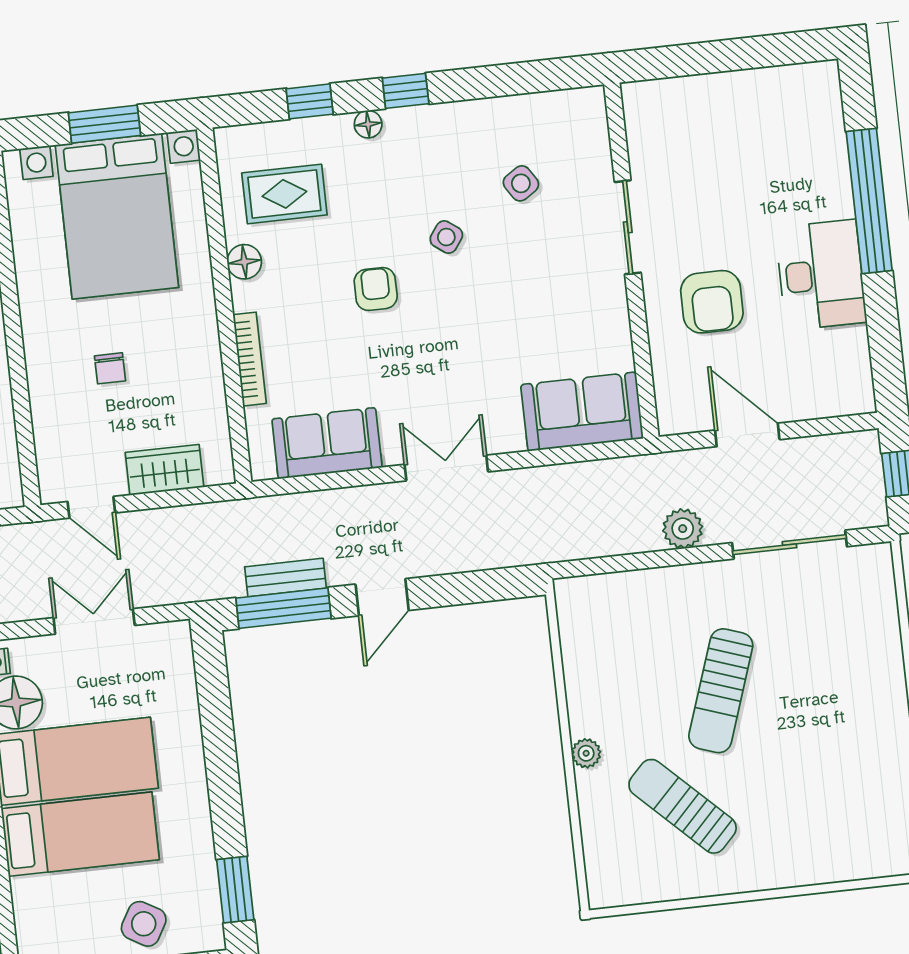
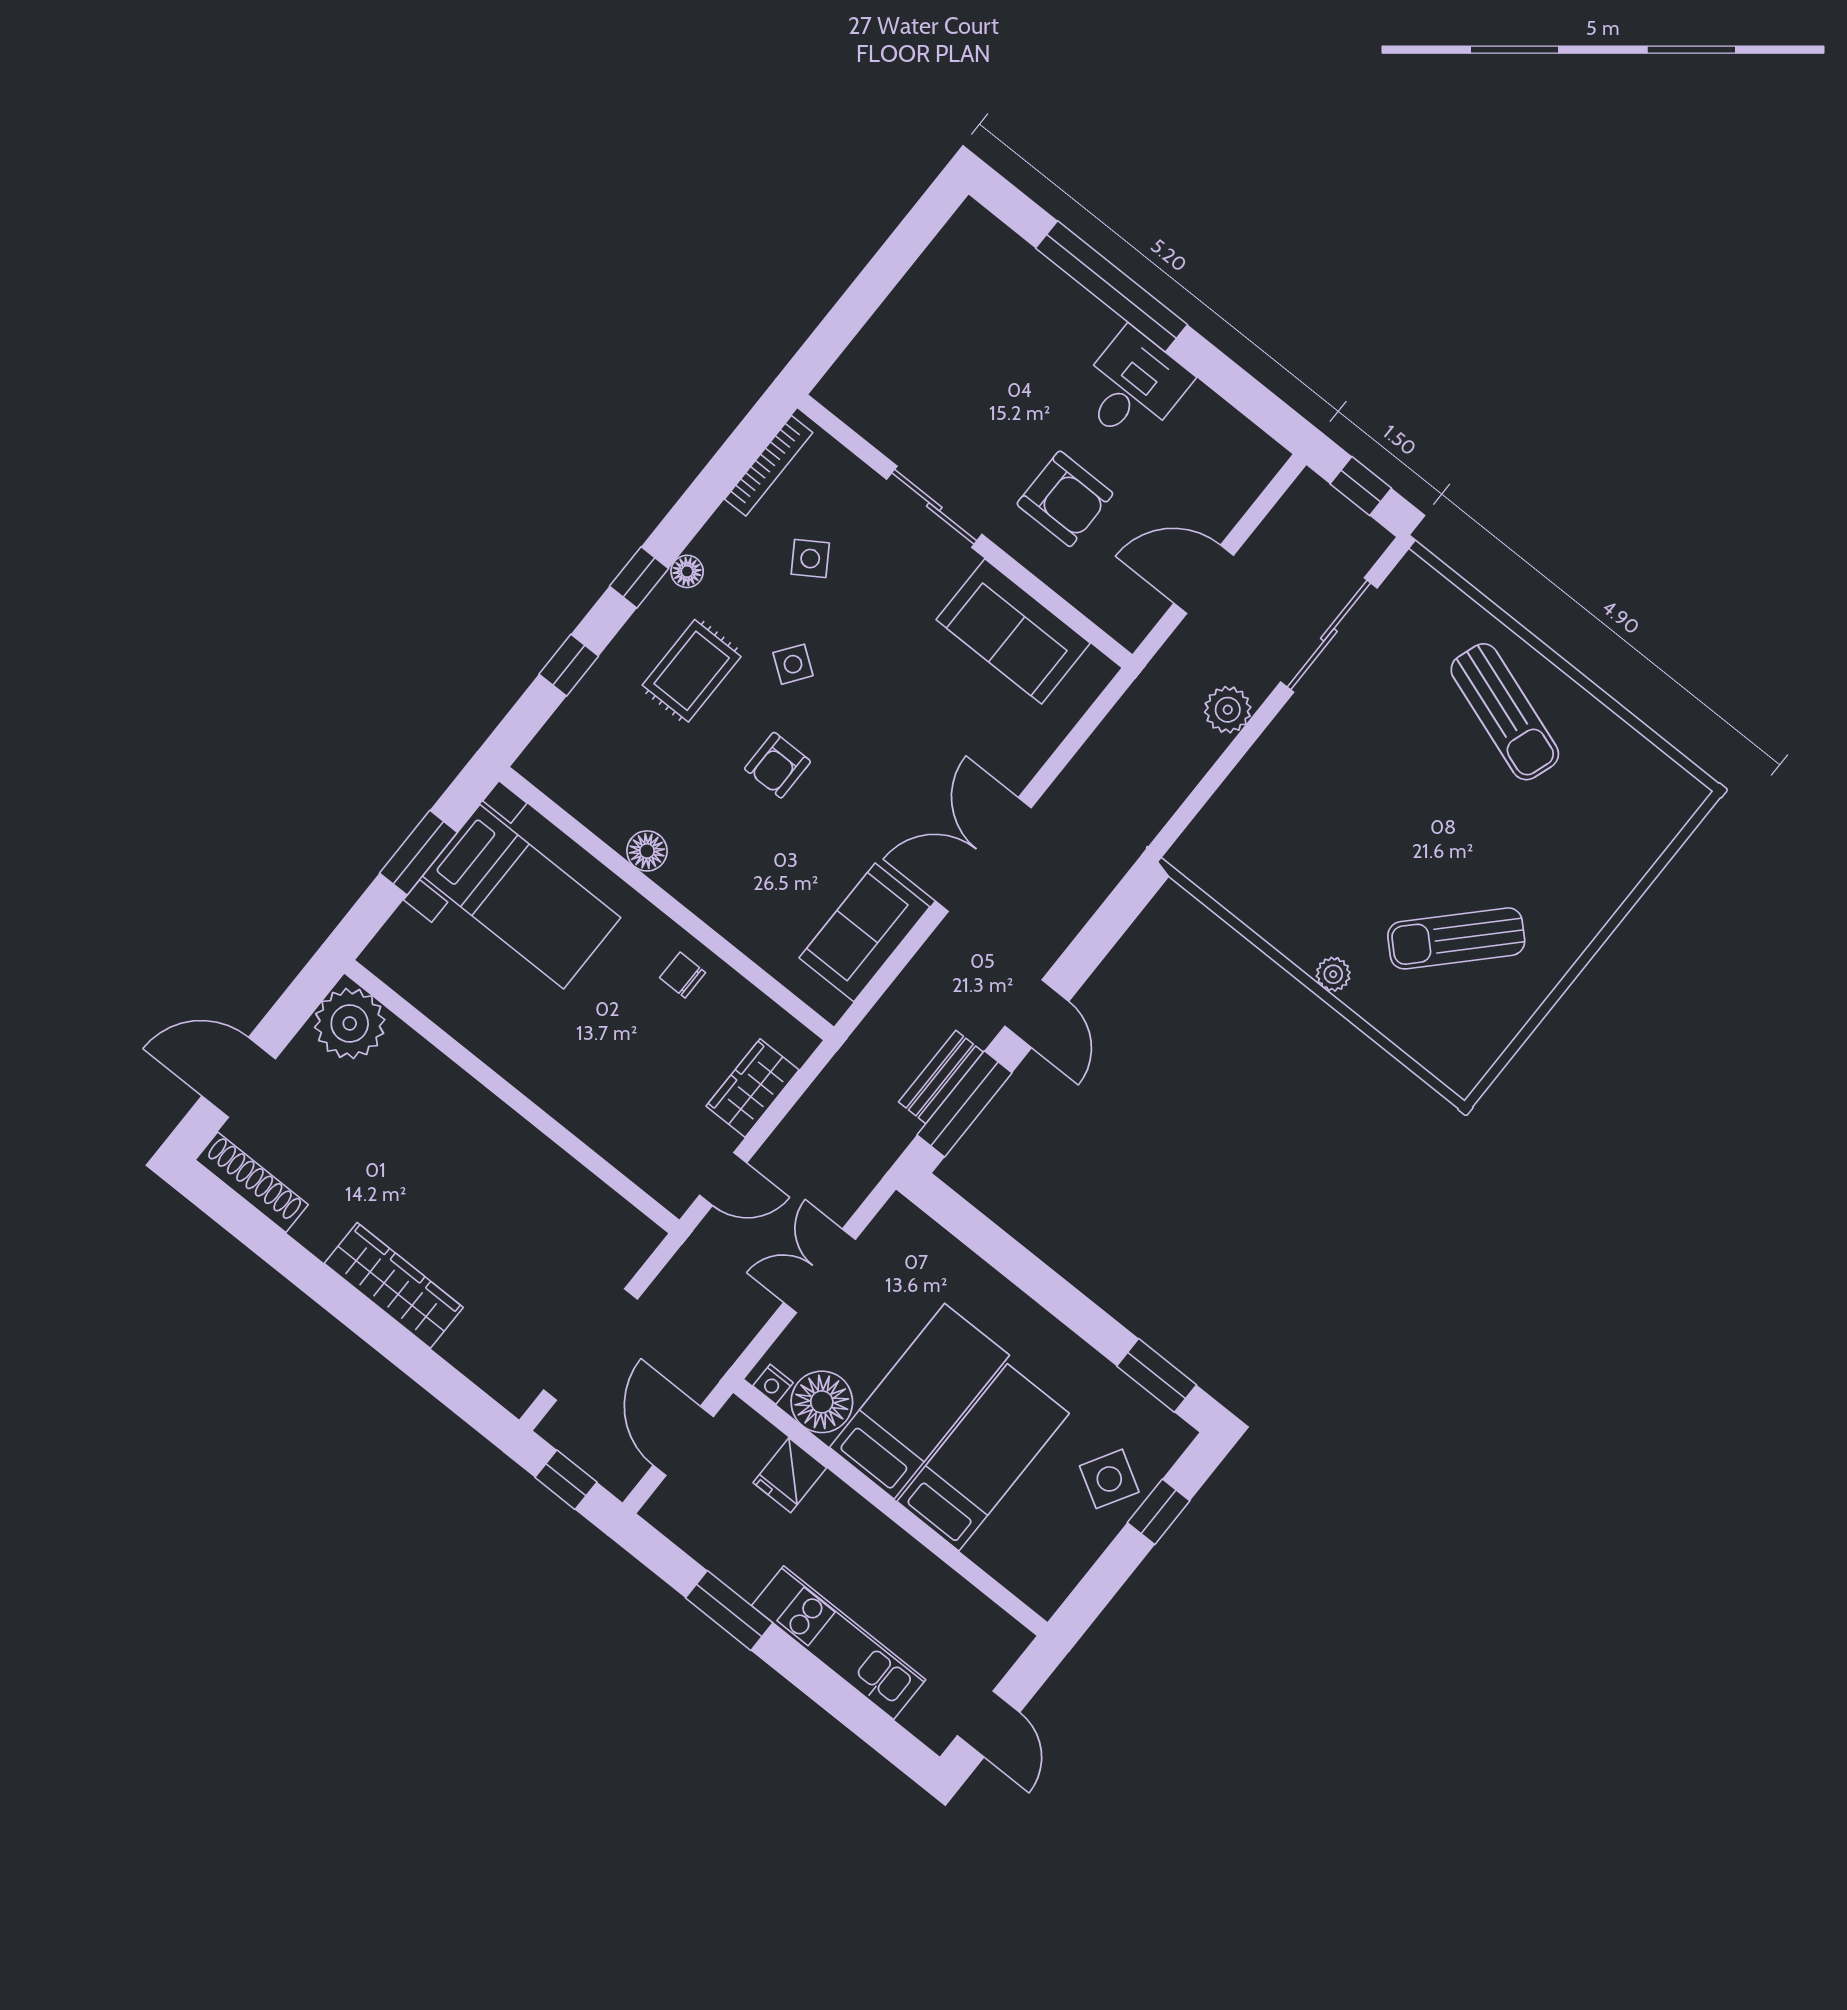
floor lamp: (368, 124) -> (687, 571), moved
rug: (284, 194) -> (692, 671), moved
bed with nightstands: (117, 216) -> (522, 897), width x0.73
desk: (821, 275) -> (1133, 387), width x0.73
armchair: (376, 289) -> (778, 765), turned -90
bookcase: (250, 359) -> (769, 466), moved, turned 90
chair: (110, 368) -> (683, 975), moved, turned 180
sofa: (582, 412) -> (1013, 631), moved, turned -90
double door: (446, 468) -> (983, 854), width x1.37
sun lounger: (721, 691) -> (1505, 712), moved

